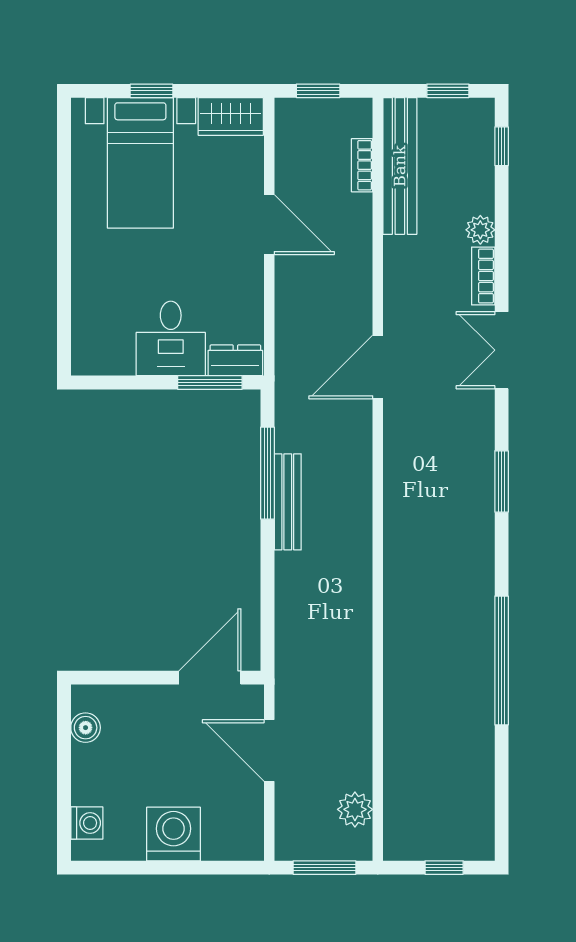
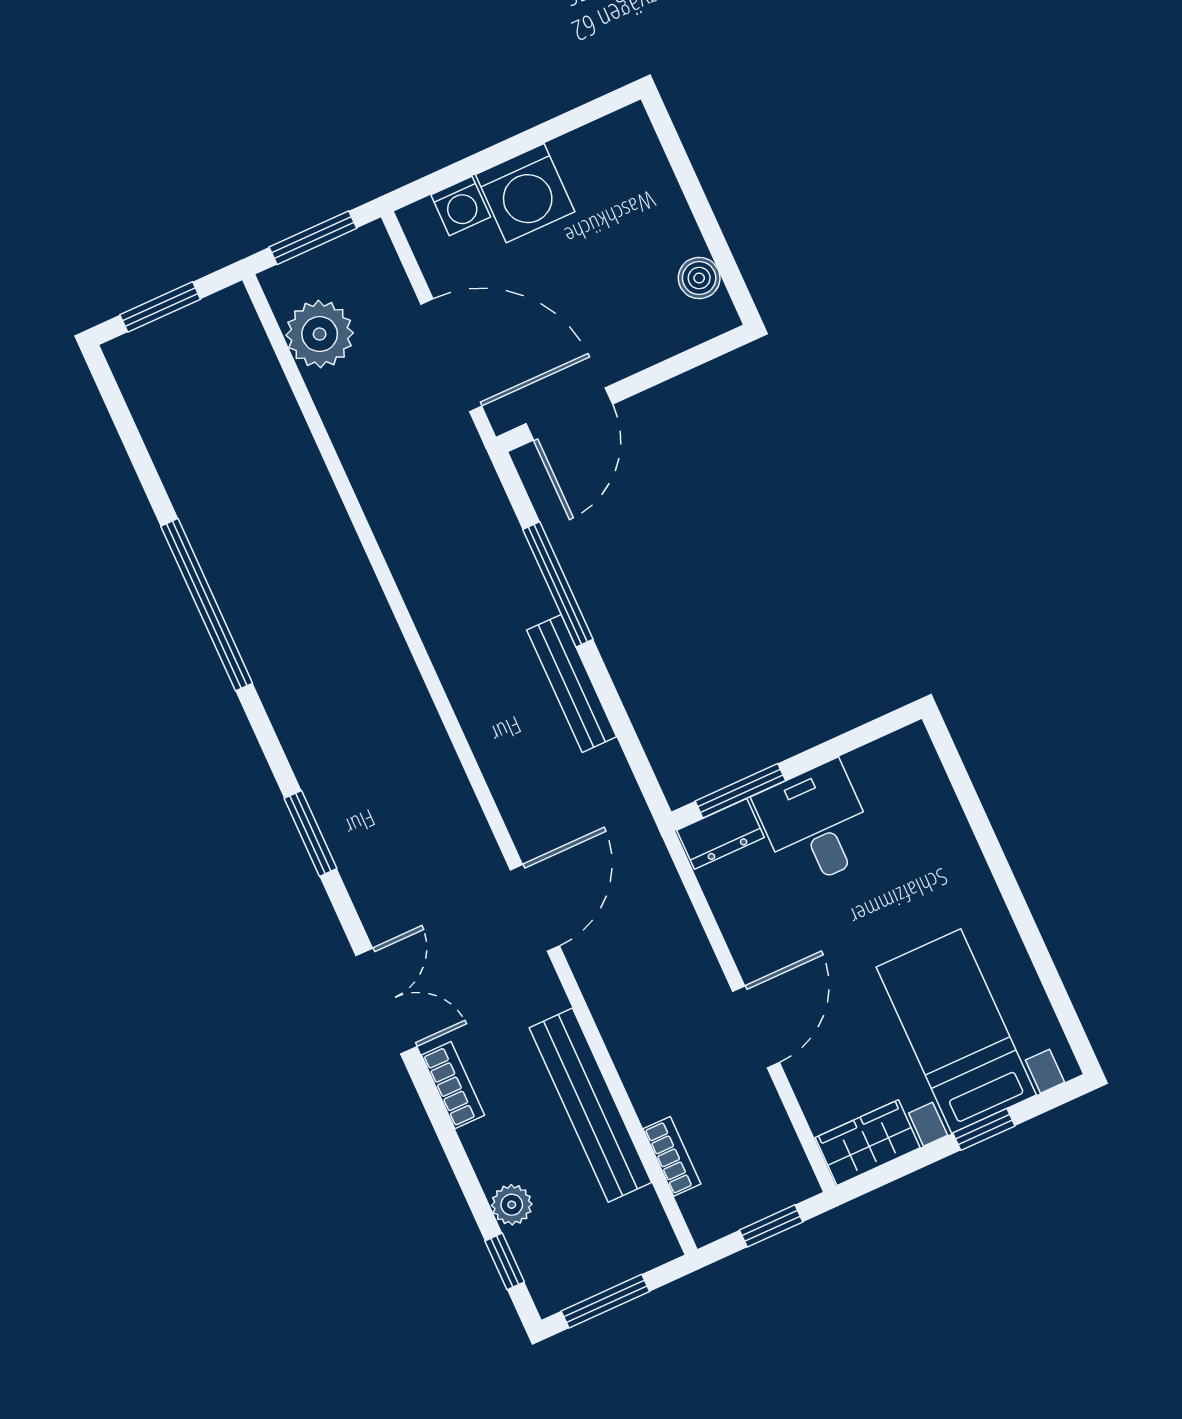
window: (448, 91) -> (605, 1301), width x1.50
bench: (400, 166) -> (590, 1105), moved
door: (269, 225) -> (756, 1027), swing flipped
plant: (480, 230) -> (512, 1205), moved
window: (268, 473) -> (558, 584), moved
door: (269, 751) -> (451, 355), width x1.36
plant: (355, 809) -> (320, 334), width x1.36, depth x1.36
washing machine: (87, 823) -> (461, 206), moved, turned -90
window: (444, 868) -> (160, 307), width x1.50

